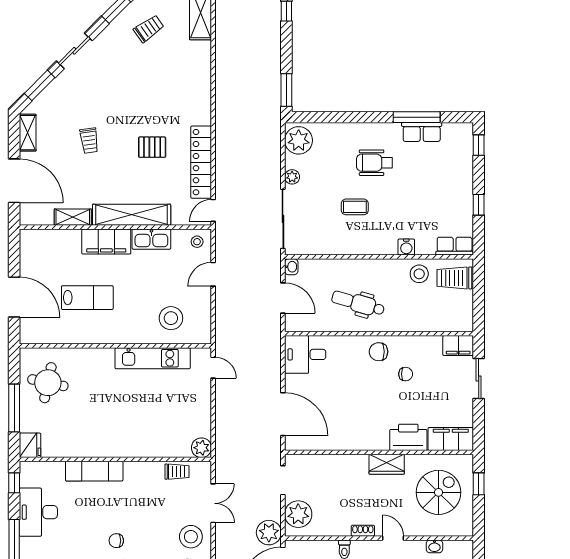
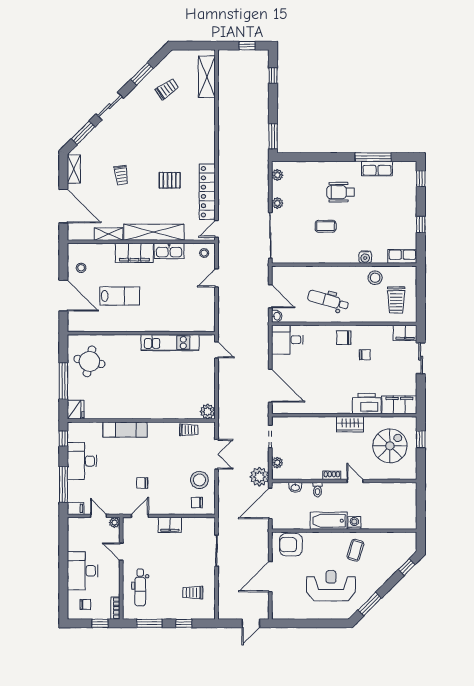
plant: (299, 140) -> (277, 175), width x0.53, depth x0.53
washbasin: (291, 267) -> (277, 316), moved
trolley: (454, 278) -> (396, 300), moved, turned -90
stool: (171, 318) -> (81, 268), moved, width x0.53, depth x0.53
plant: (298, 514) -> (277, 463), width x0.53, depth x0.53
washbasin: (434, 546) -> (295, 487), moved

